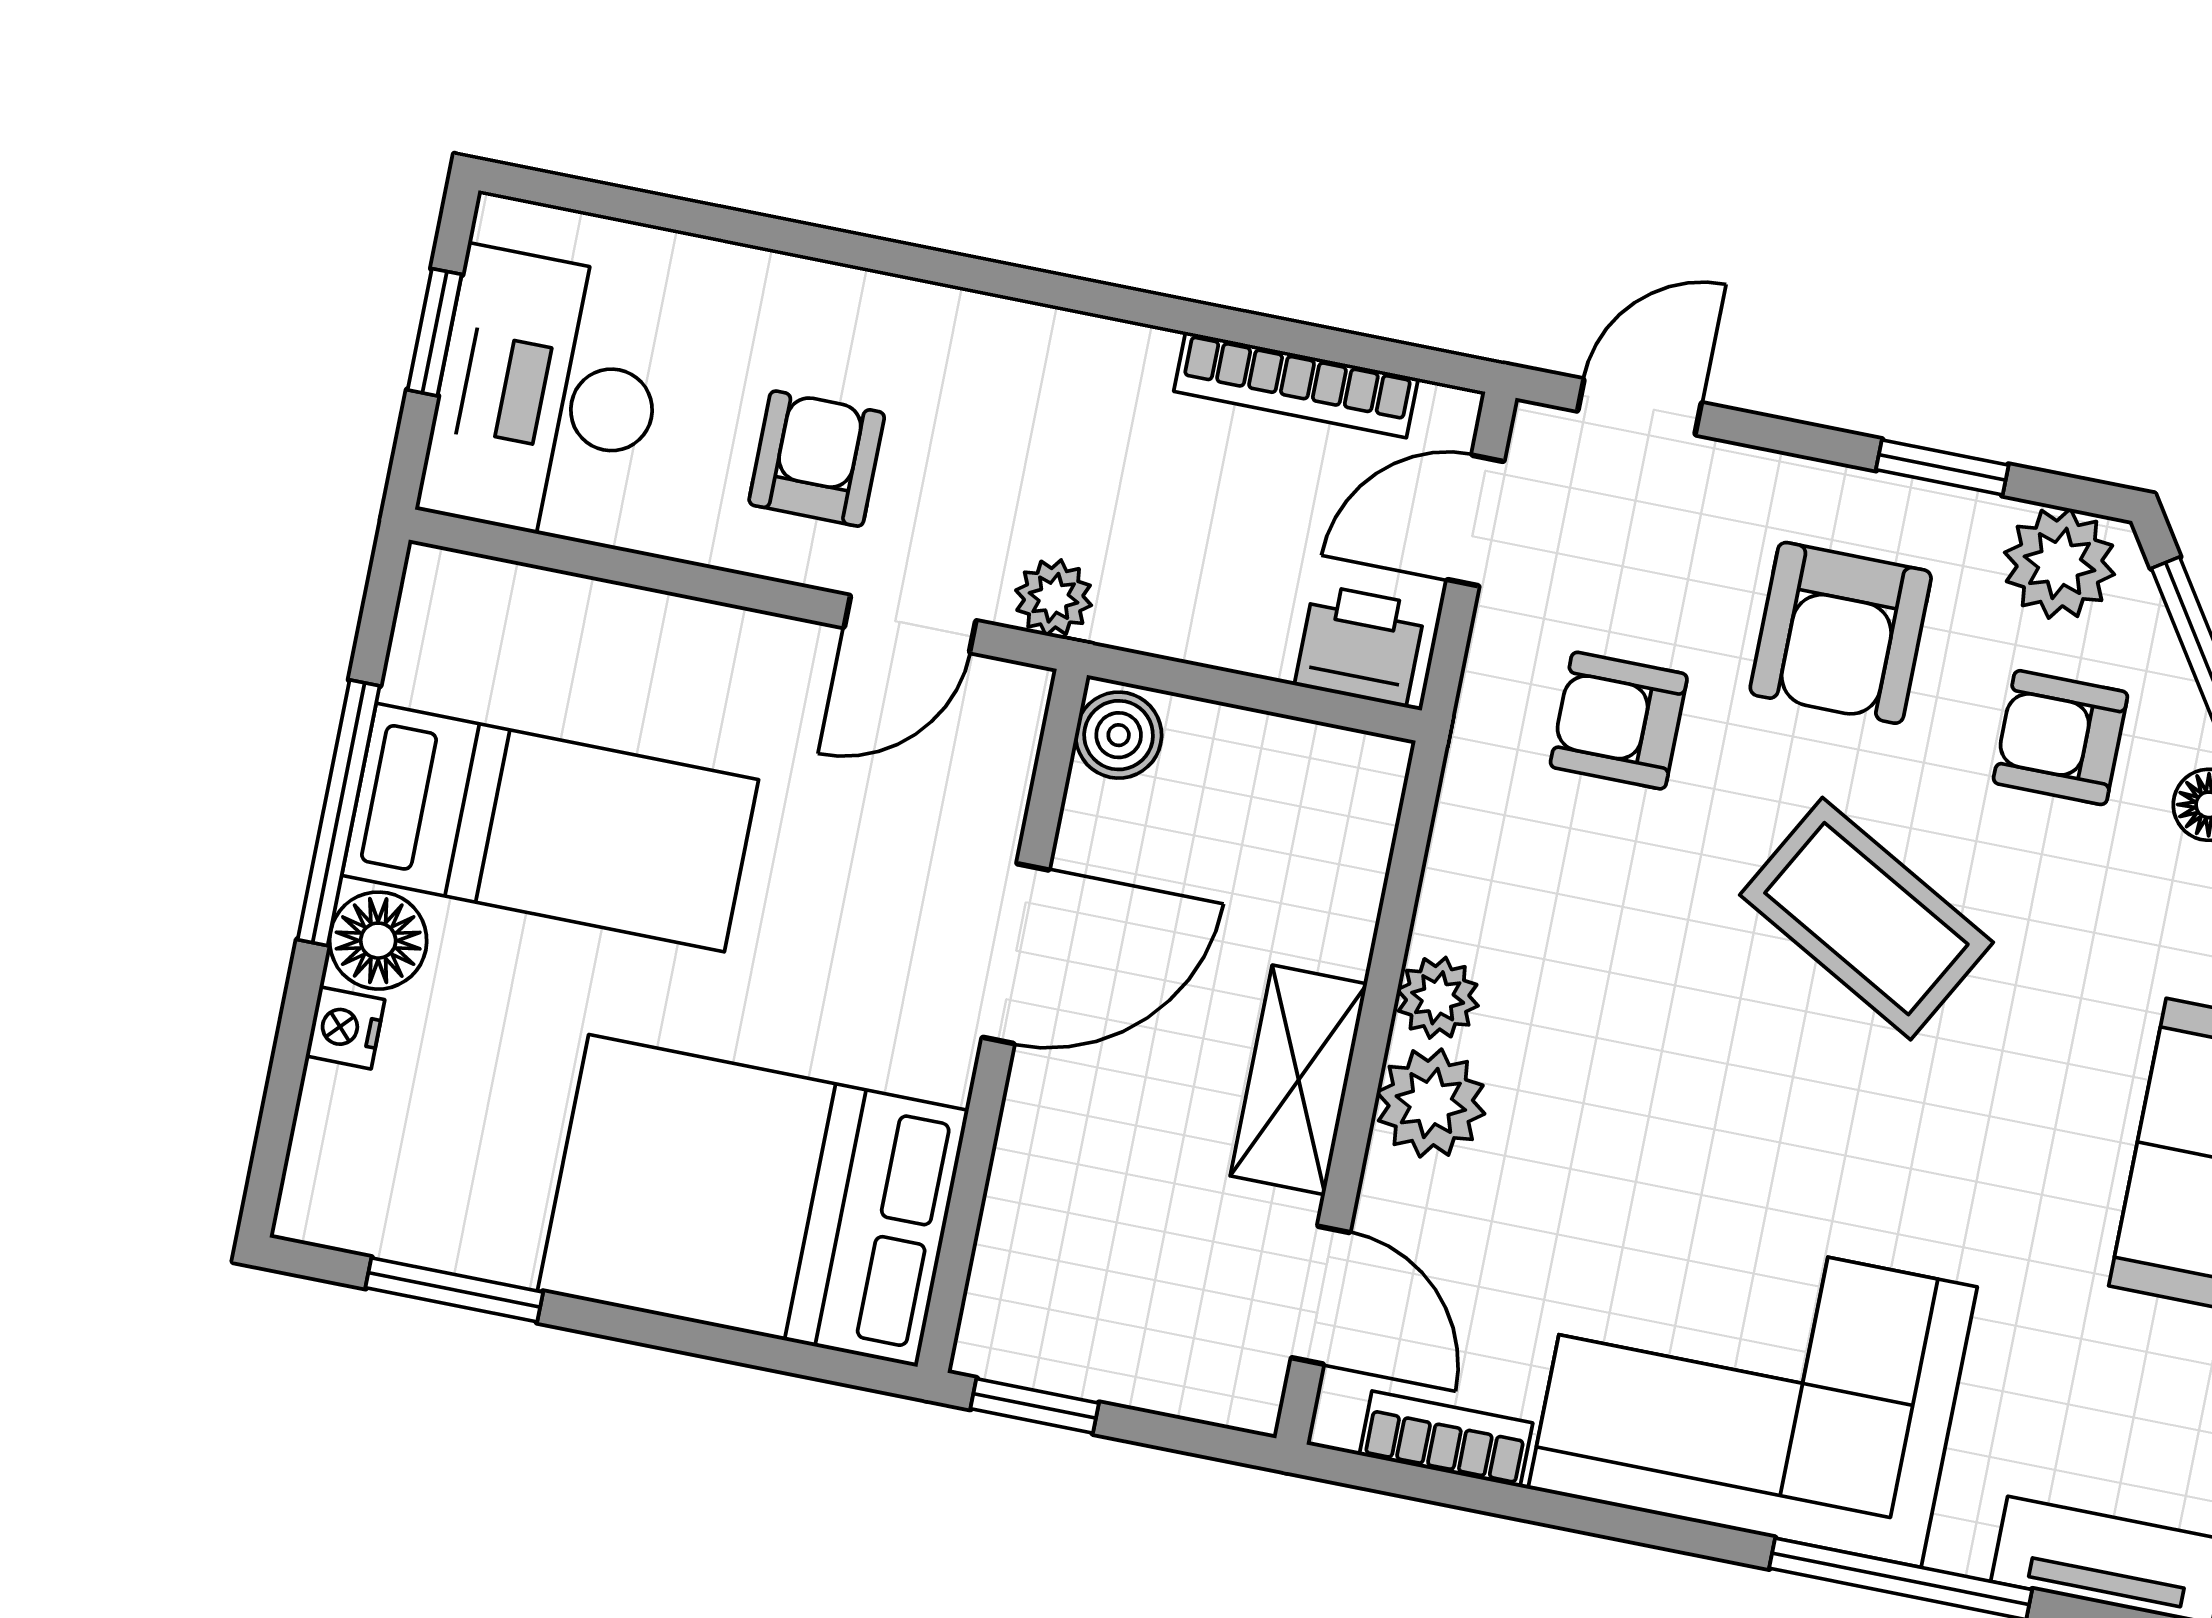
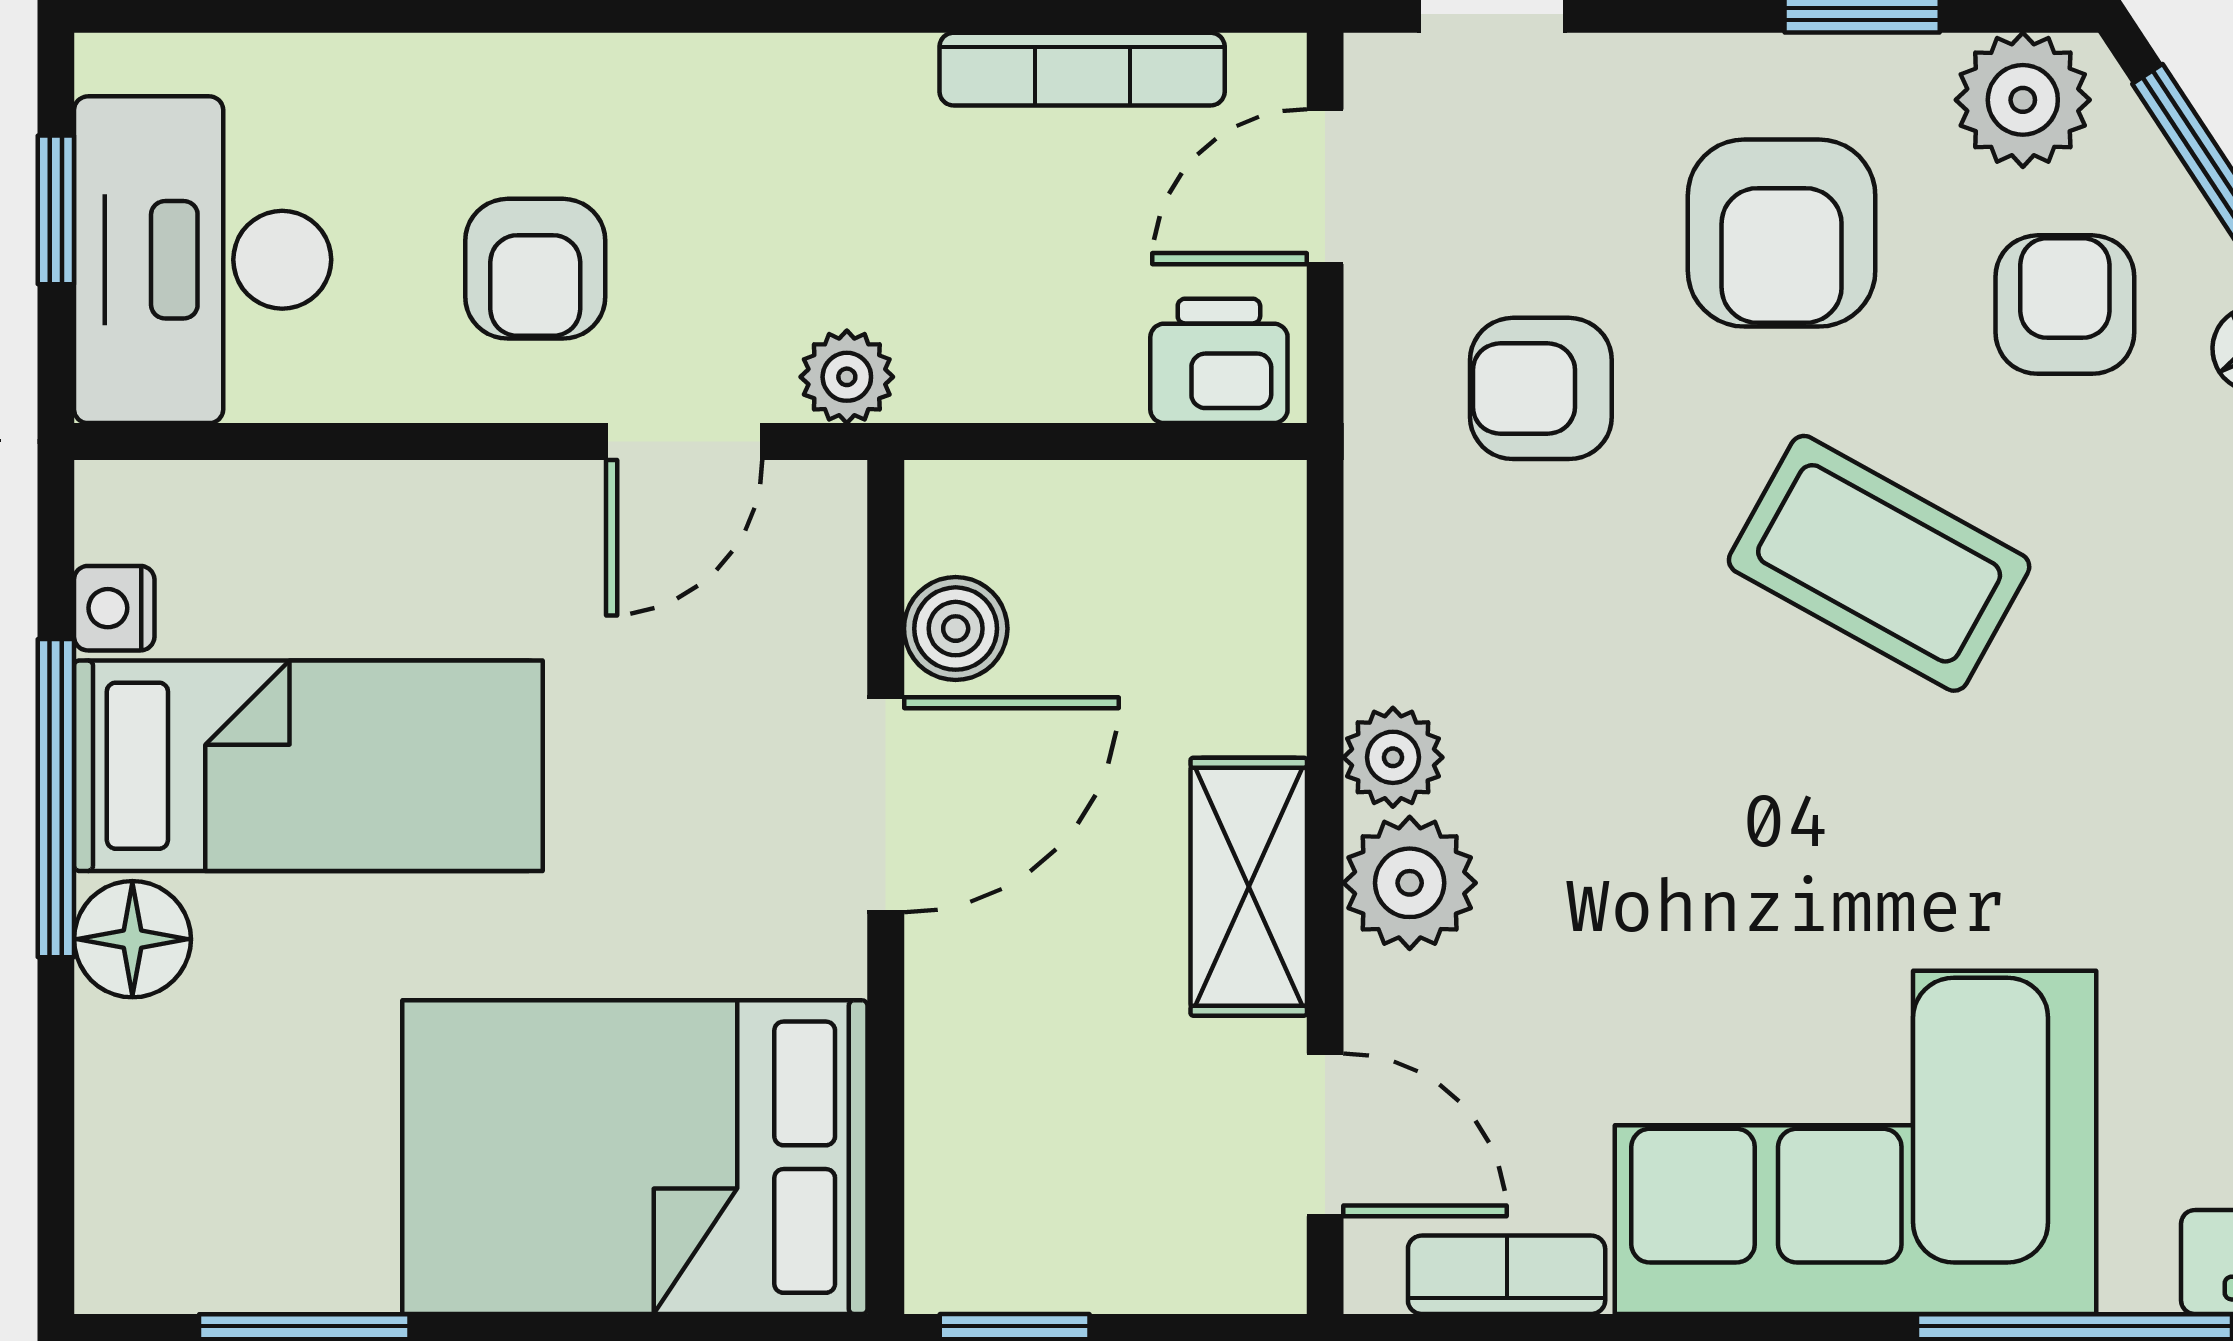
armchair: (817, 459) -> (535, 269), turned 180
boiler: (1119, 735) -> (956, 629), moved
armchair: (2060, 738) -> (2065, 305), turned 90
nightstand: (345, 1028) -> (114, 608), moved

